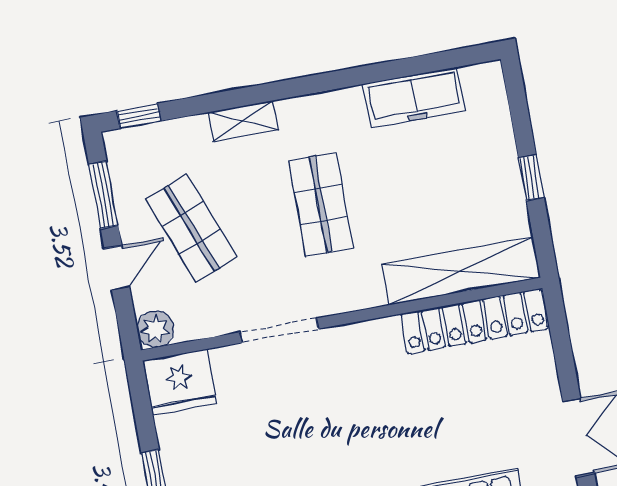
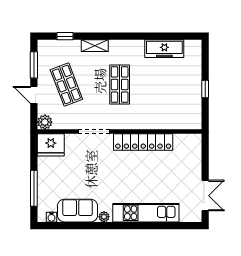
window: (139, 116) -> (65, 36), moved
door: (117, 268) -> (34, 95), swing flipped
shelving: (461, 271) -> (171, 121), removed
locker: (474, 321) -> (143, 142), moved

